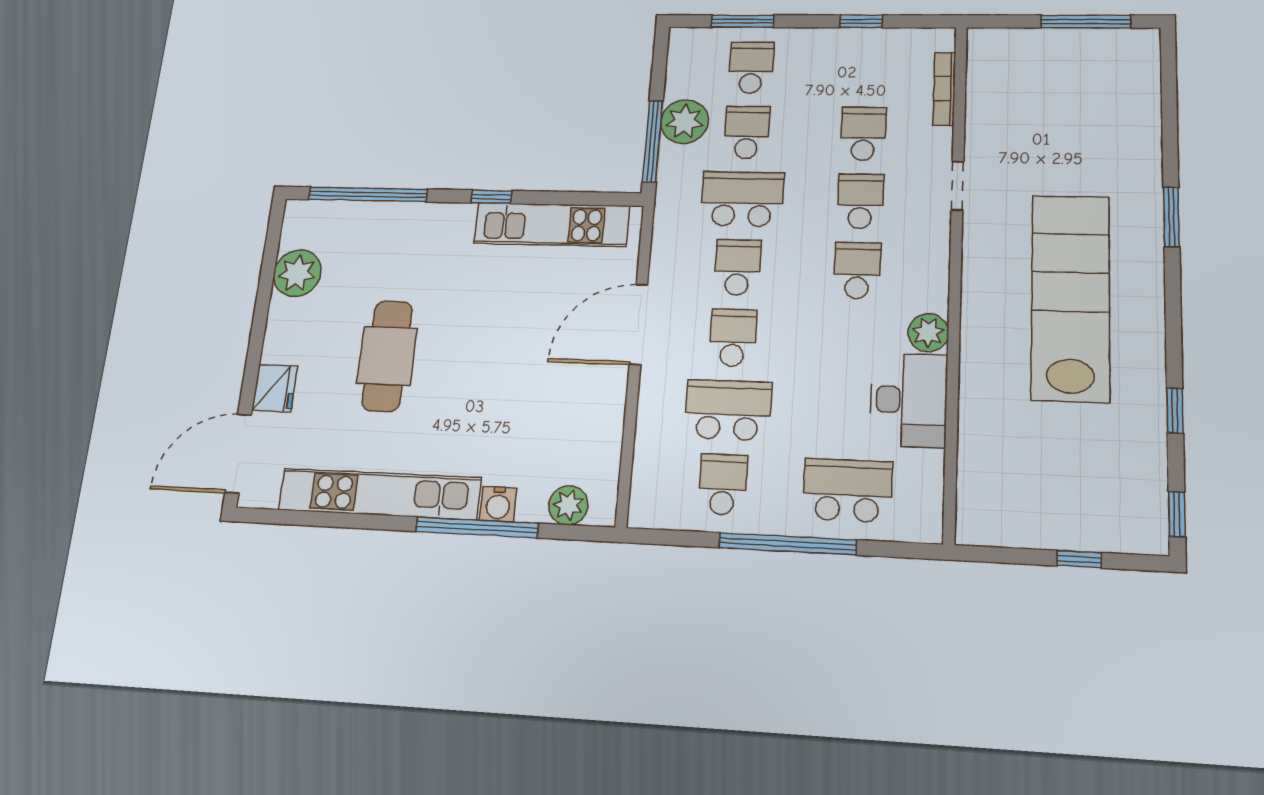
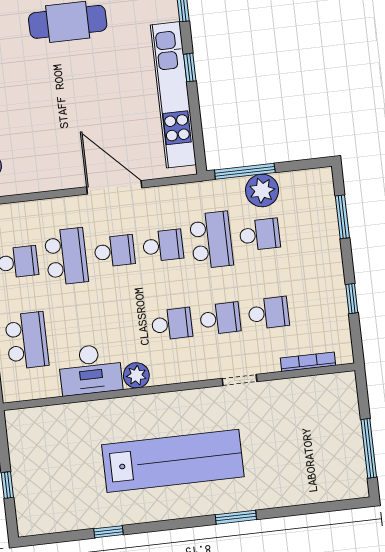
school desk: (751, 68) -> (308, 229), removed
kitchen unit: (552, 225) -> (173, 95), width x1.36
window: (1177, 514) -> (44, 539), removed

